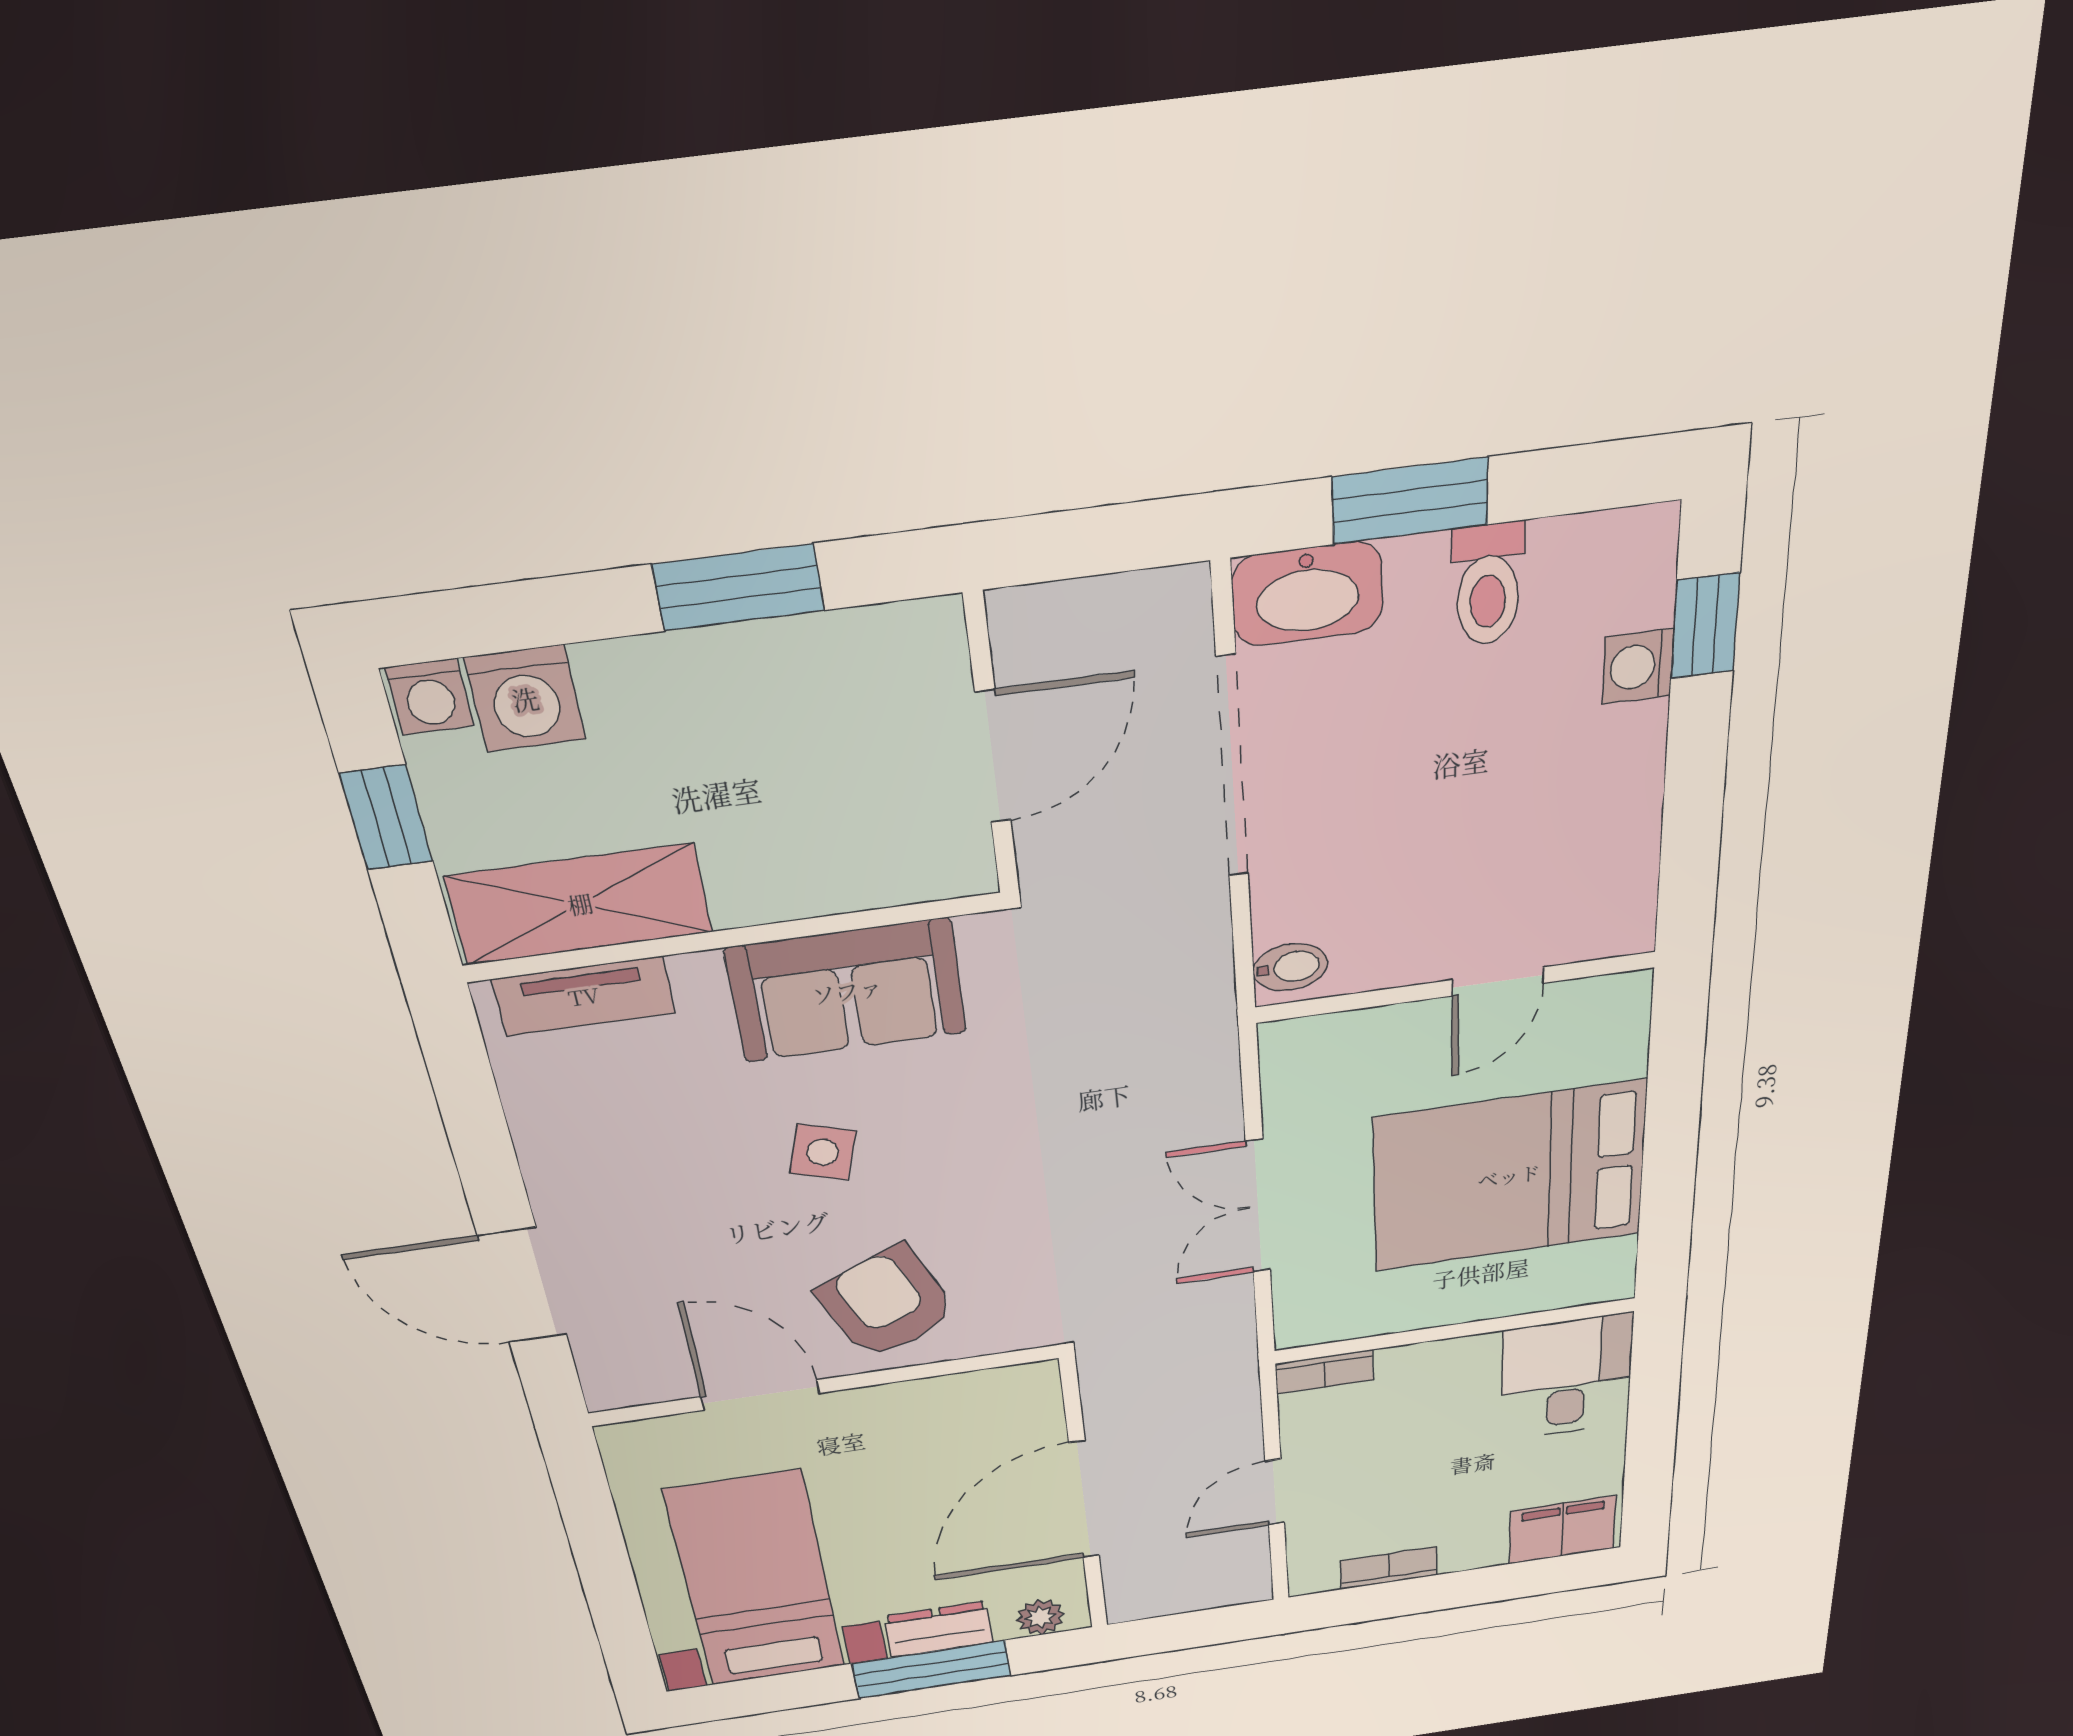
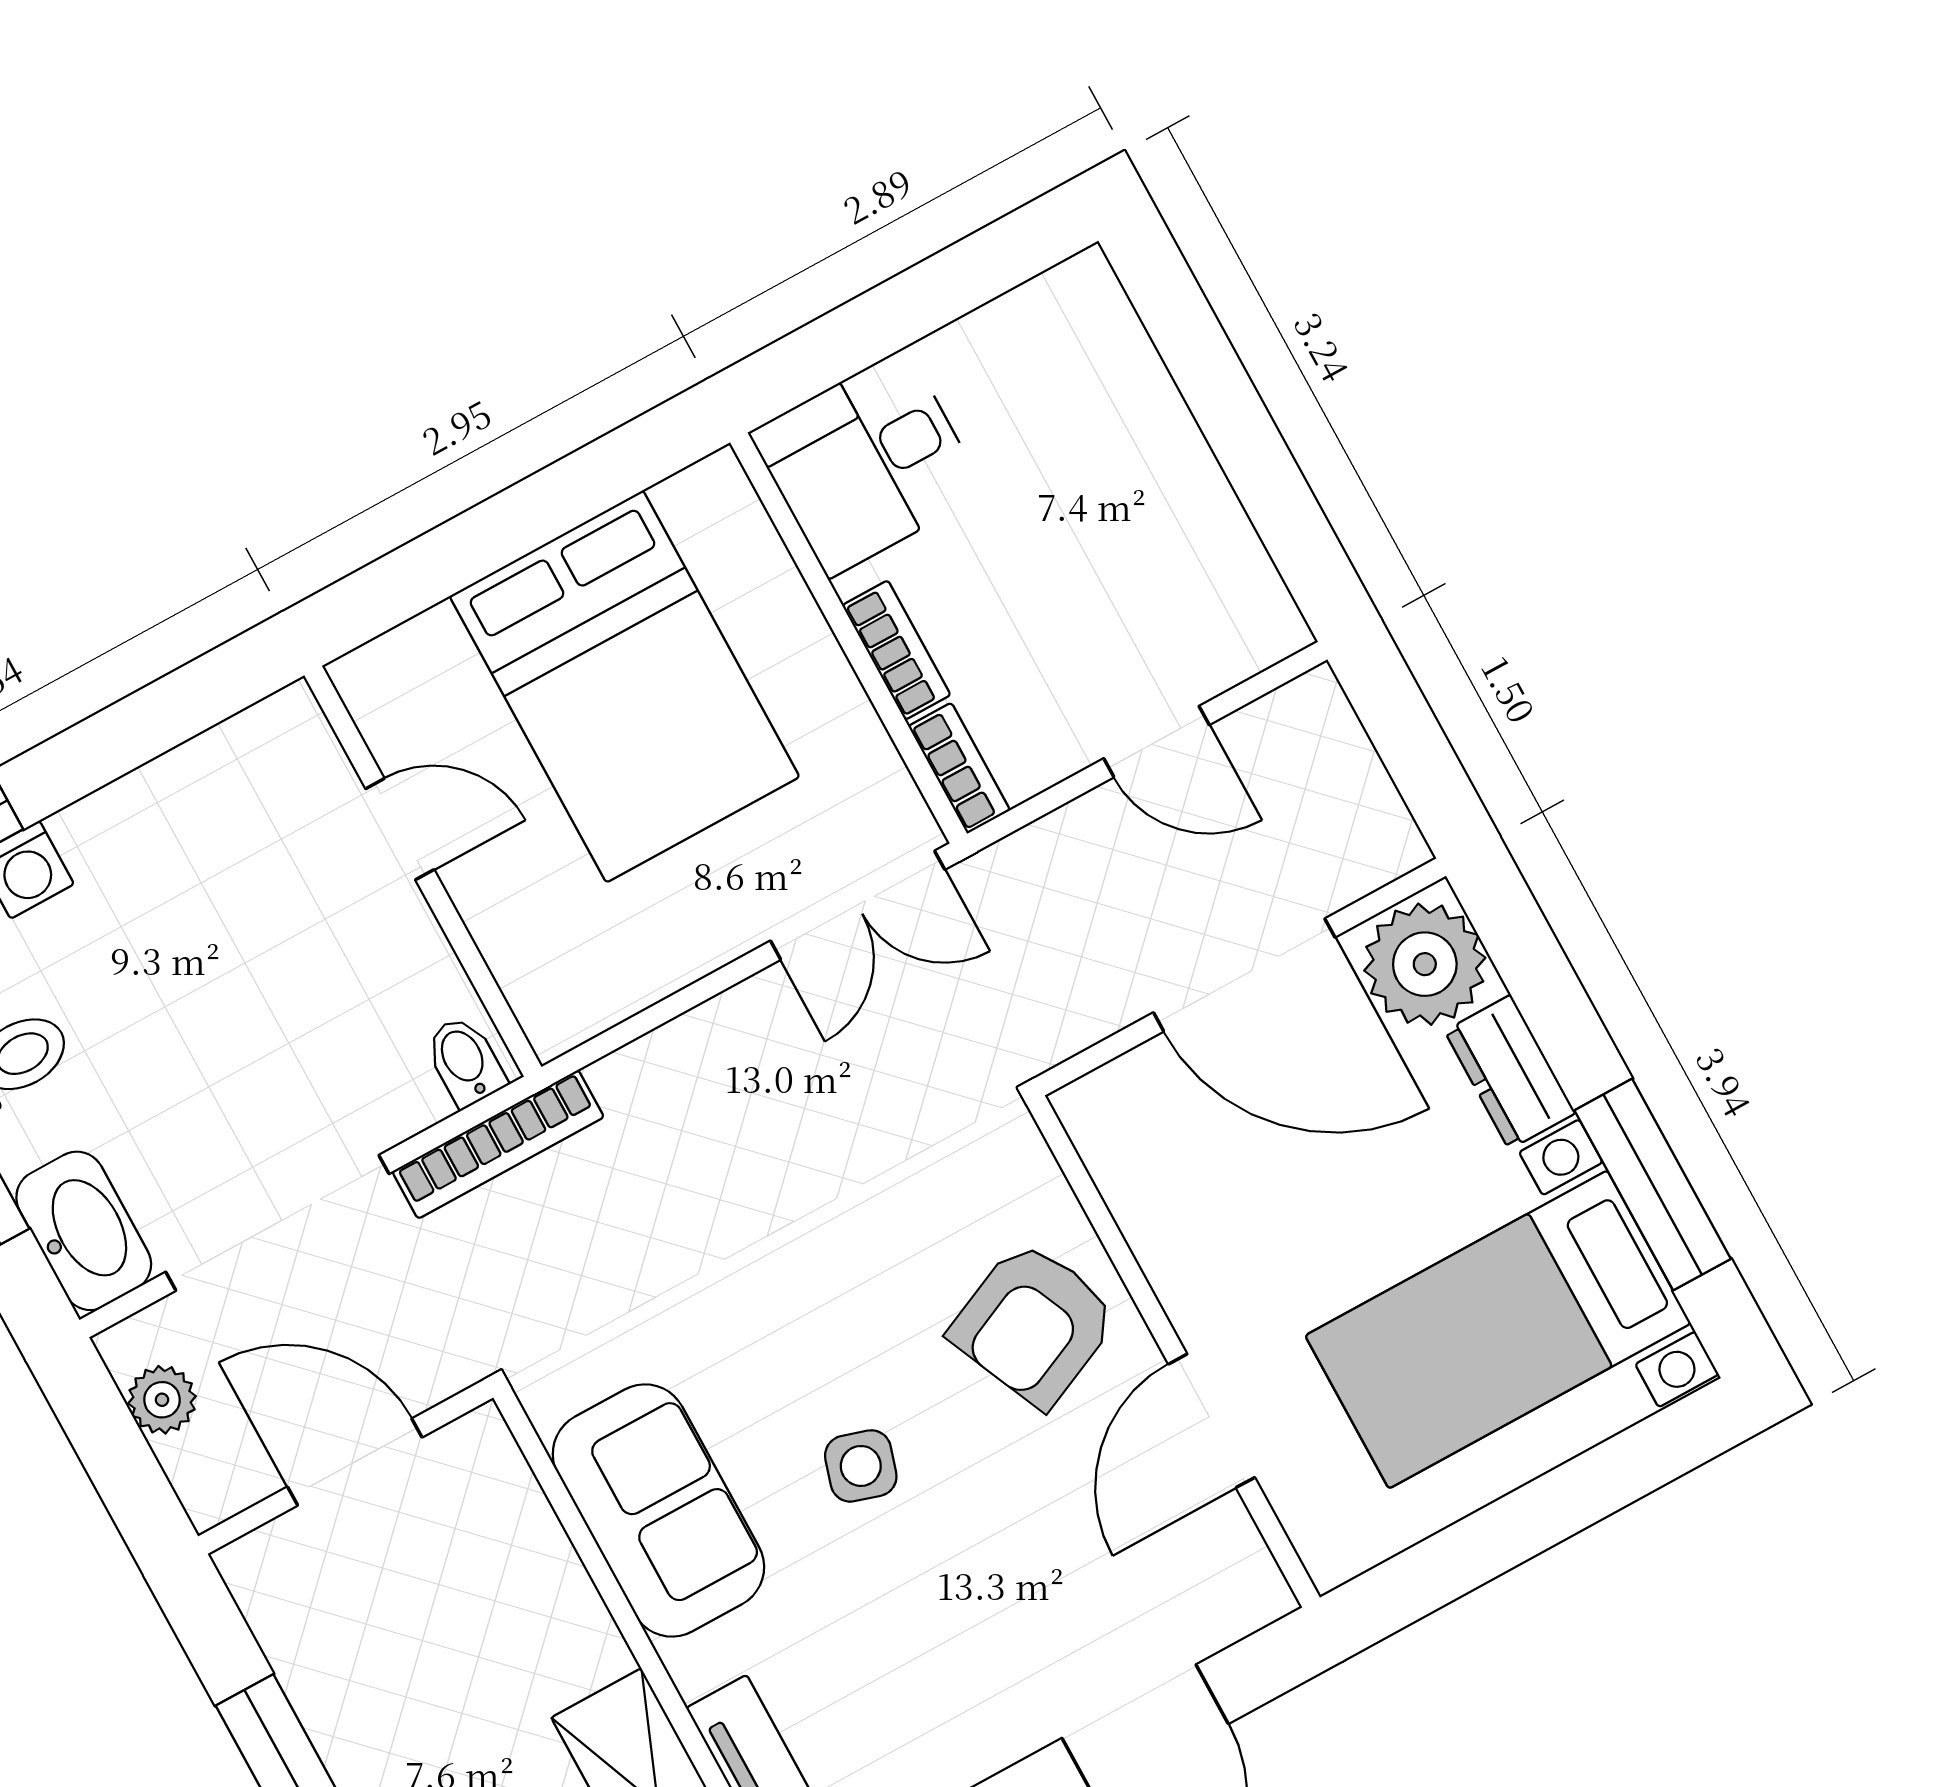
plant: (1123, 606) -> (162, 1400), added
bookcase: (1211, 969) -> (498, 1144), added
double door: (1258, 1207) -> (858, 905), moved
filing cabinet: (1562, 1530) -> (1096, 335), removed
bookcase: (1389, 1568) -> (896, 650), moved, turned 180
plant: (1040, 1617) -> (1425, 964), width x1.87, depth x1.87
window: (932, 1669) -> (1653, 1185), moved

